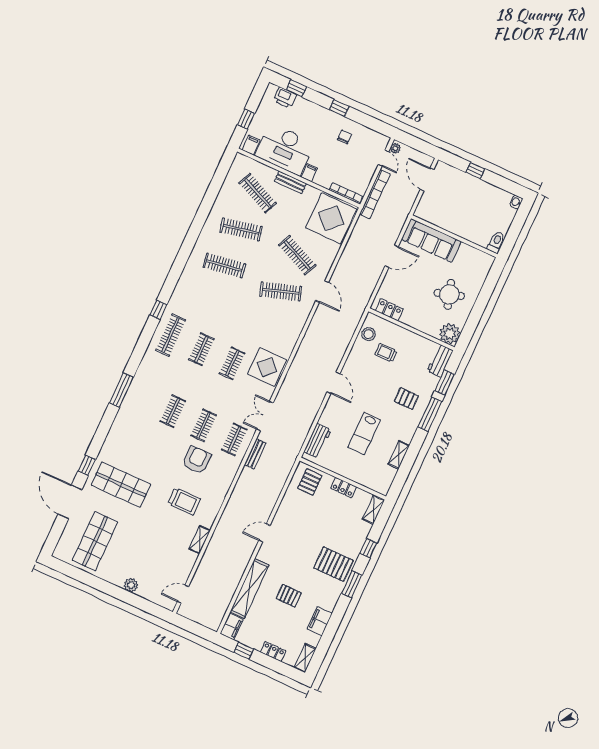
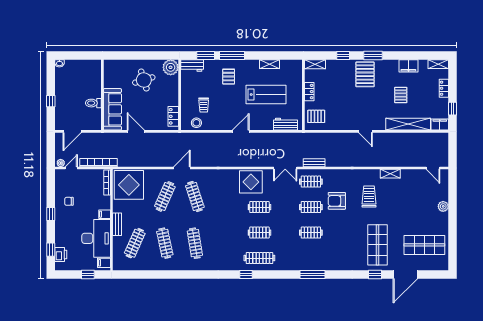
toilet: (496, 242) -> (93, 103), moved
lab bench: (364, 434) -> (266, 94), width x1.36, depth x1.39

